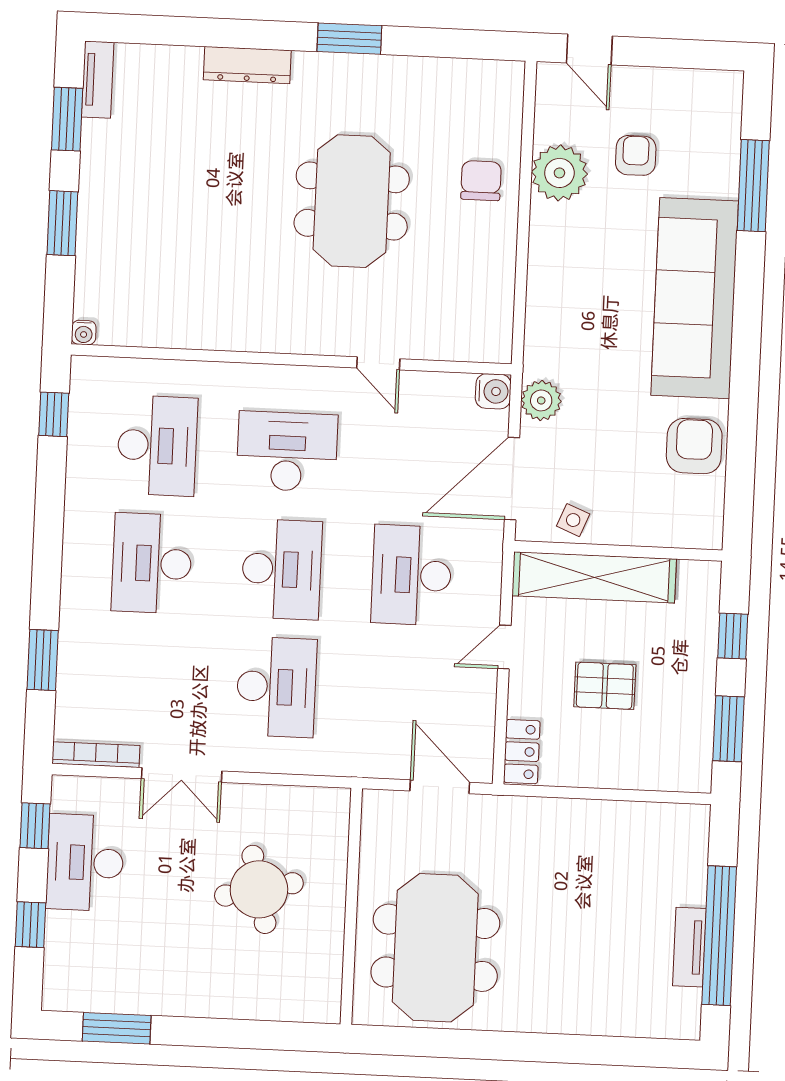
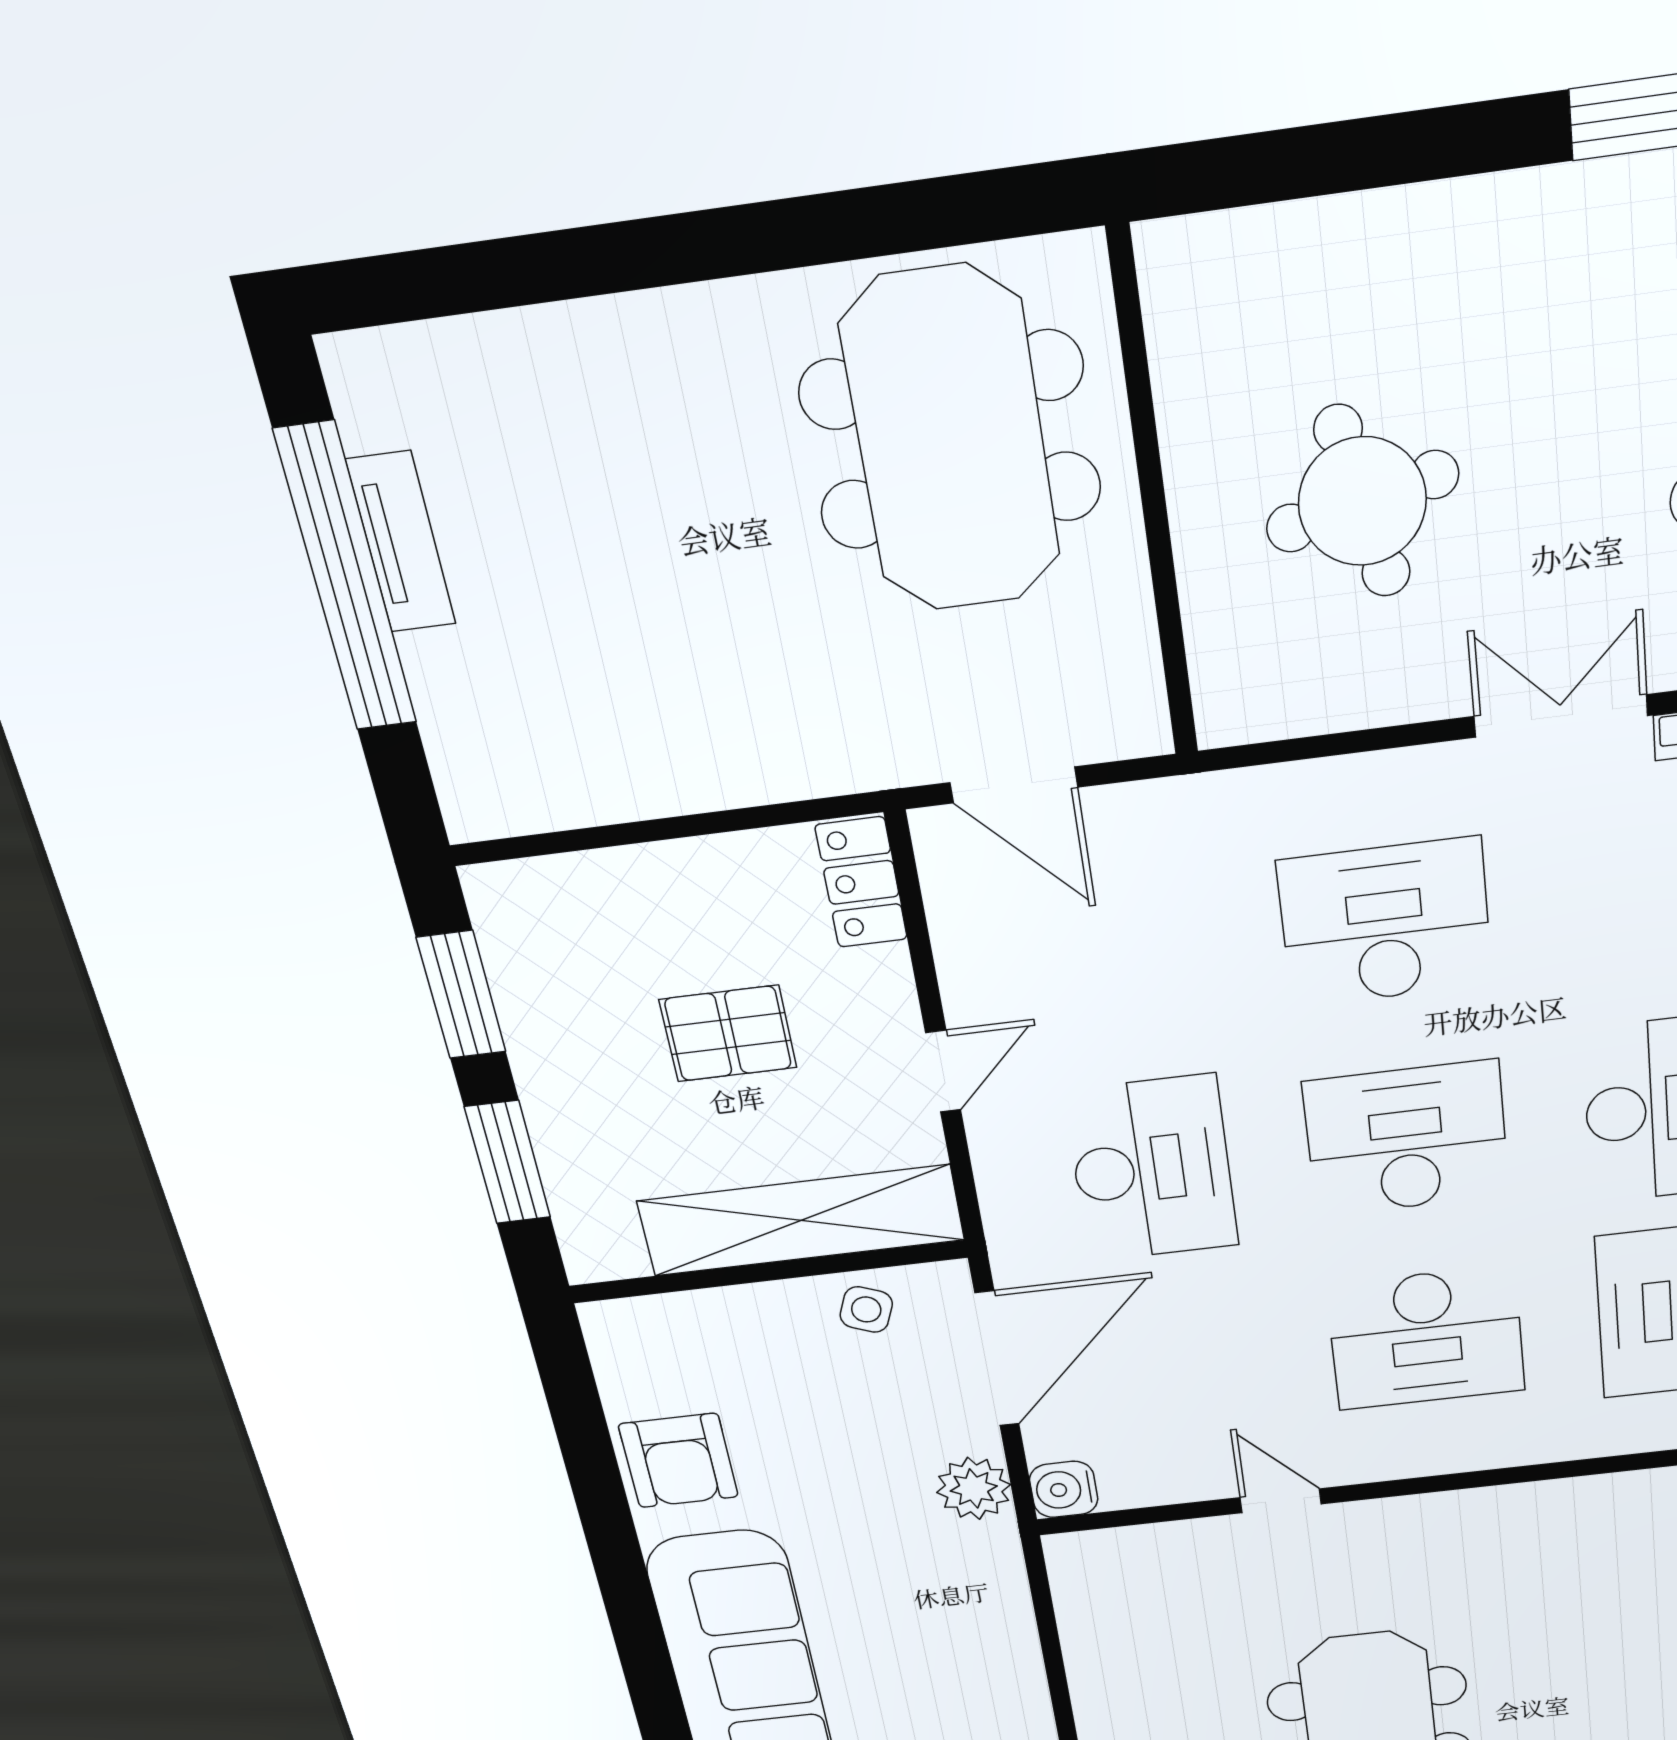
desk: (282, 569) -> (1407, 1139), turned 90
window: (733, 636) -> (508, 1162), width x1.50
desk: (276, 687) -> (1385, 923), turned 90

